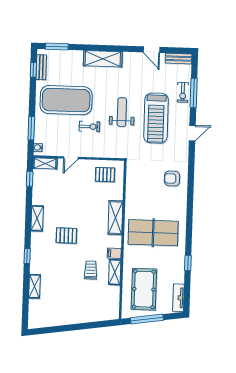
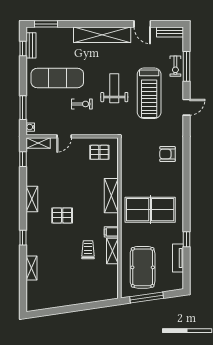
shelving: (103, 59) -> (102, 35), width x1.47
exercise mat: (66, 100) -> (57, 78), width x0.68
tv unit: (178, 298) -> (178, 258), moved

